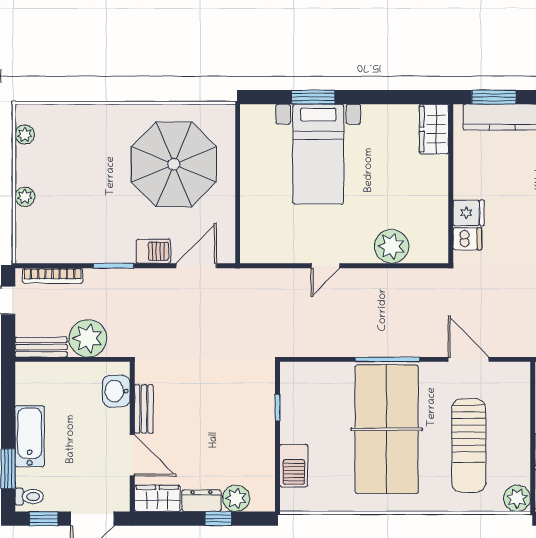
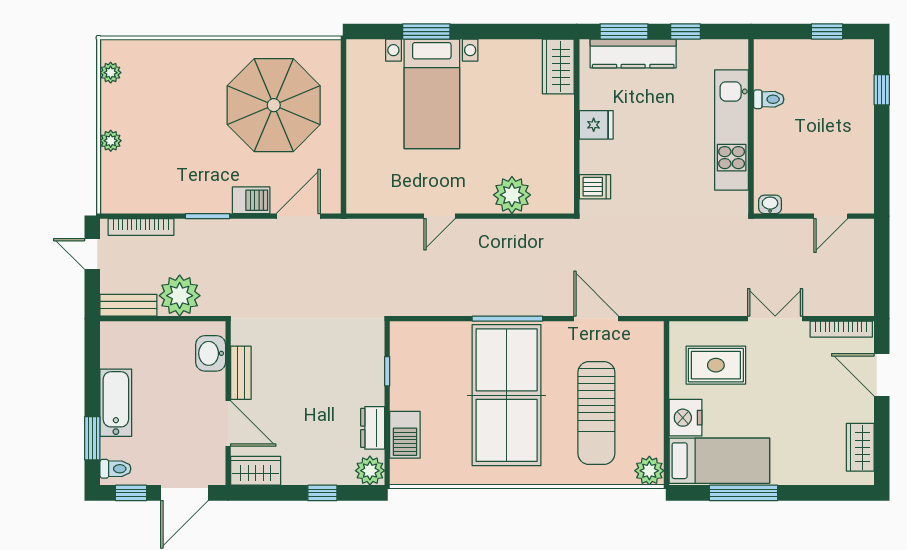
fridge: (469, 213) -> (596, 125), moved
plant: (236, 498) -> (370, 471), moved
dresser: (201, 501) -> (373, 428), moved, turned -90

